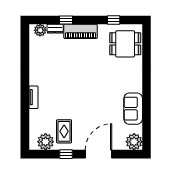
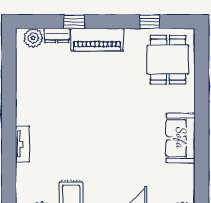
dining table: (125, 44) -> (168, 60), turned 90
sofa: (133, 109) -> (181, 138), moved

